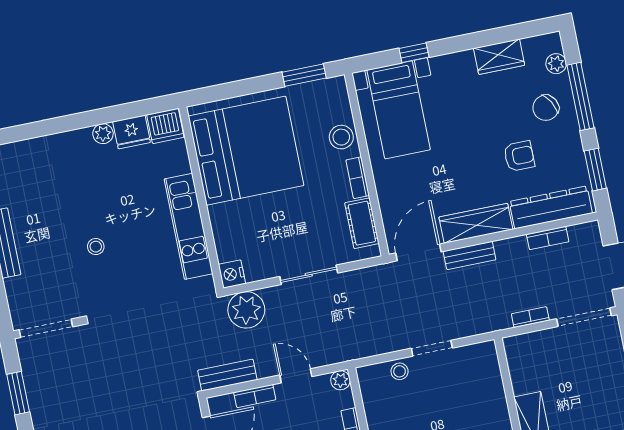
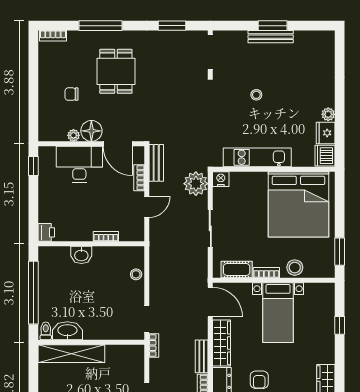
bed with nightstands: (399, 110) -> (278, 313), moved, turned -90
bench: (470, 255) -> (202, 356), moved
bookcase: (530, 317) -> (154, 345), moved
doorway: (432, 348) -> (147, 319), moved
plant: (340, 380) -> (138, 235), removed

